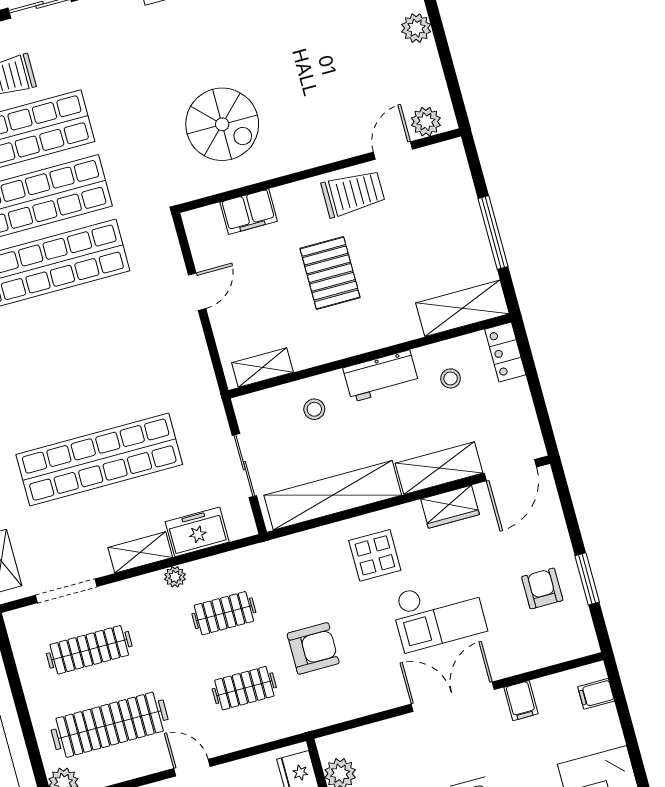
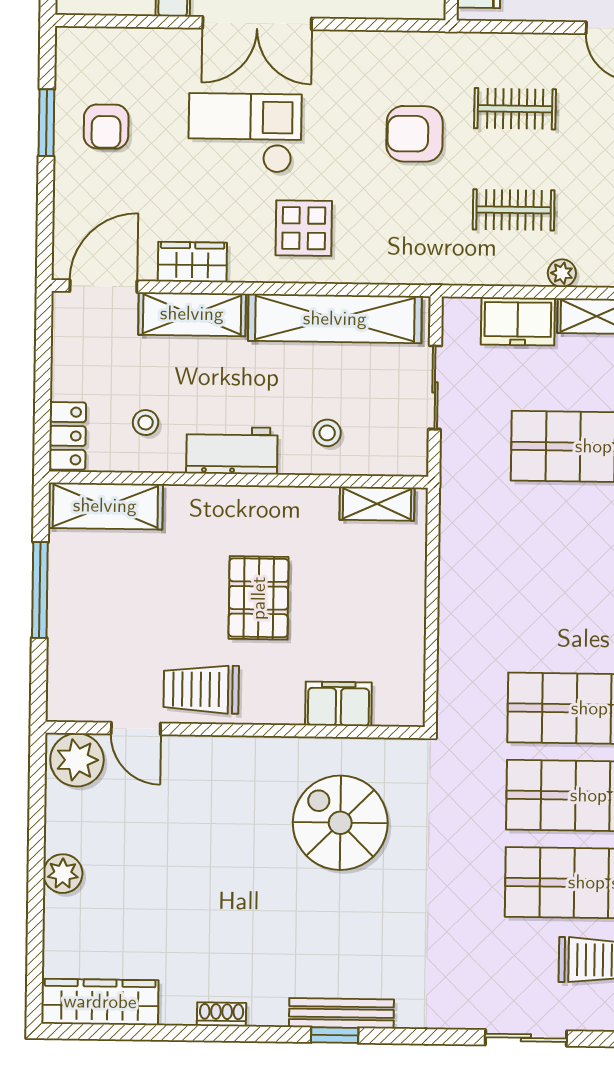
plant: (426, 122) -> (77, 760), width x1.36, depth x1.36
door: (393, 151) -> (136, 729), hinge flipped
door: (197, 292) -> (432, 622), removed

